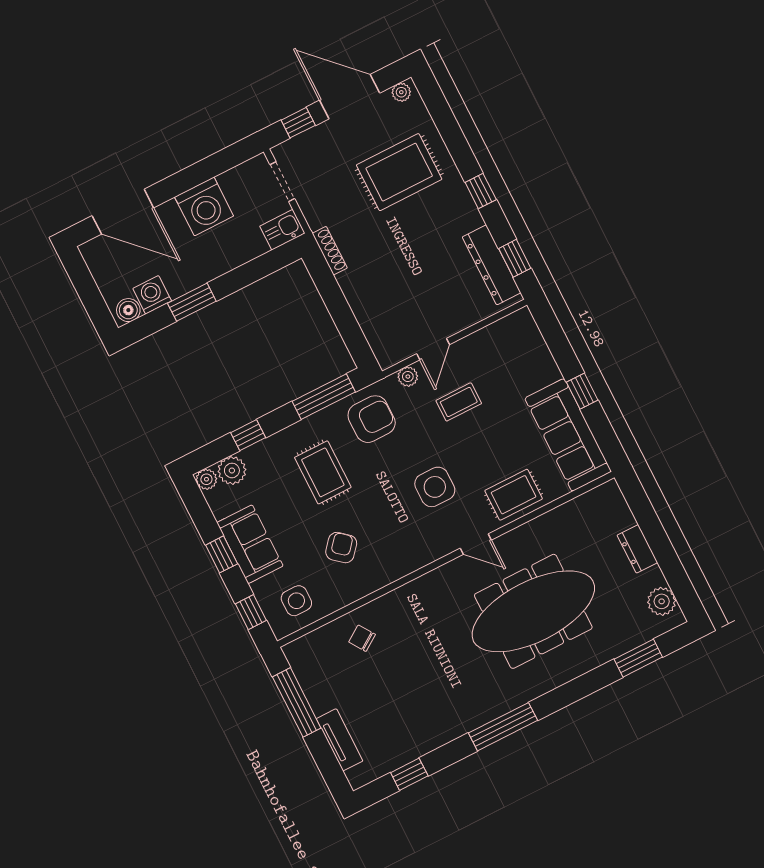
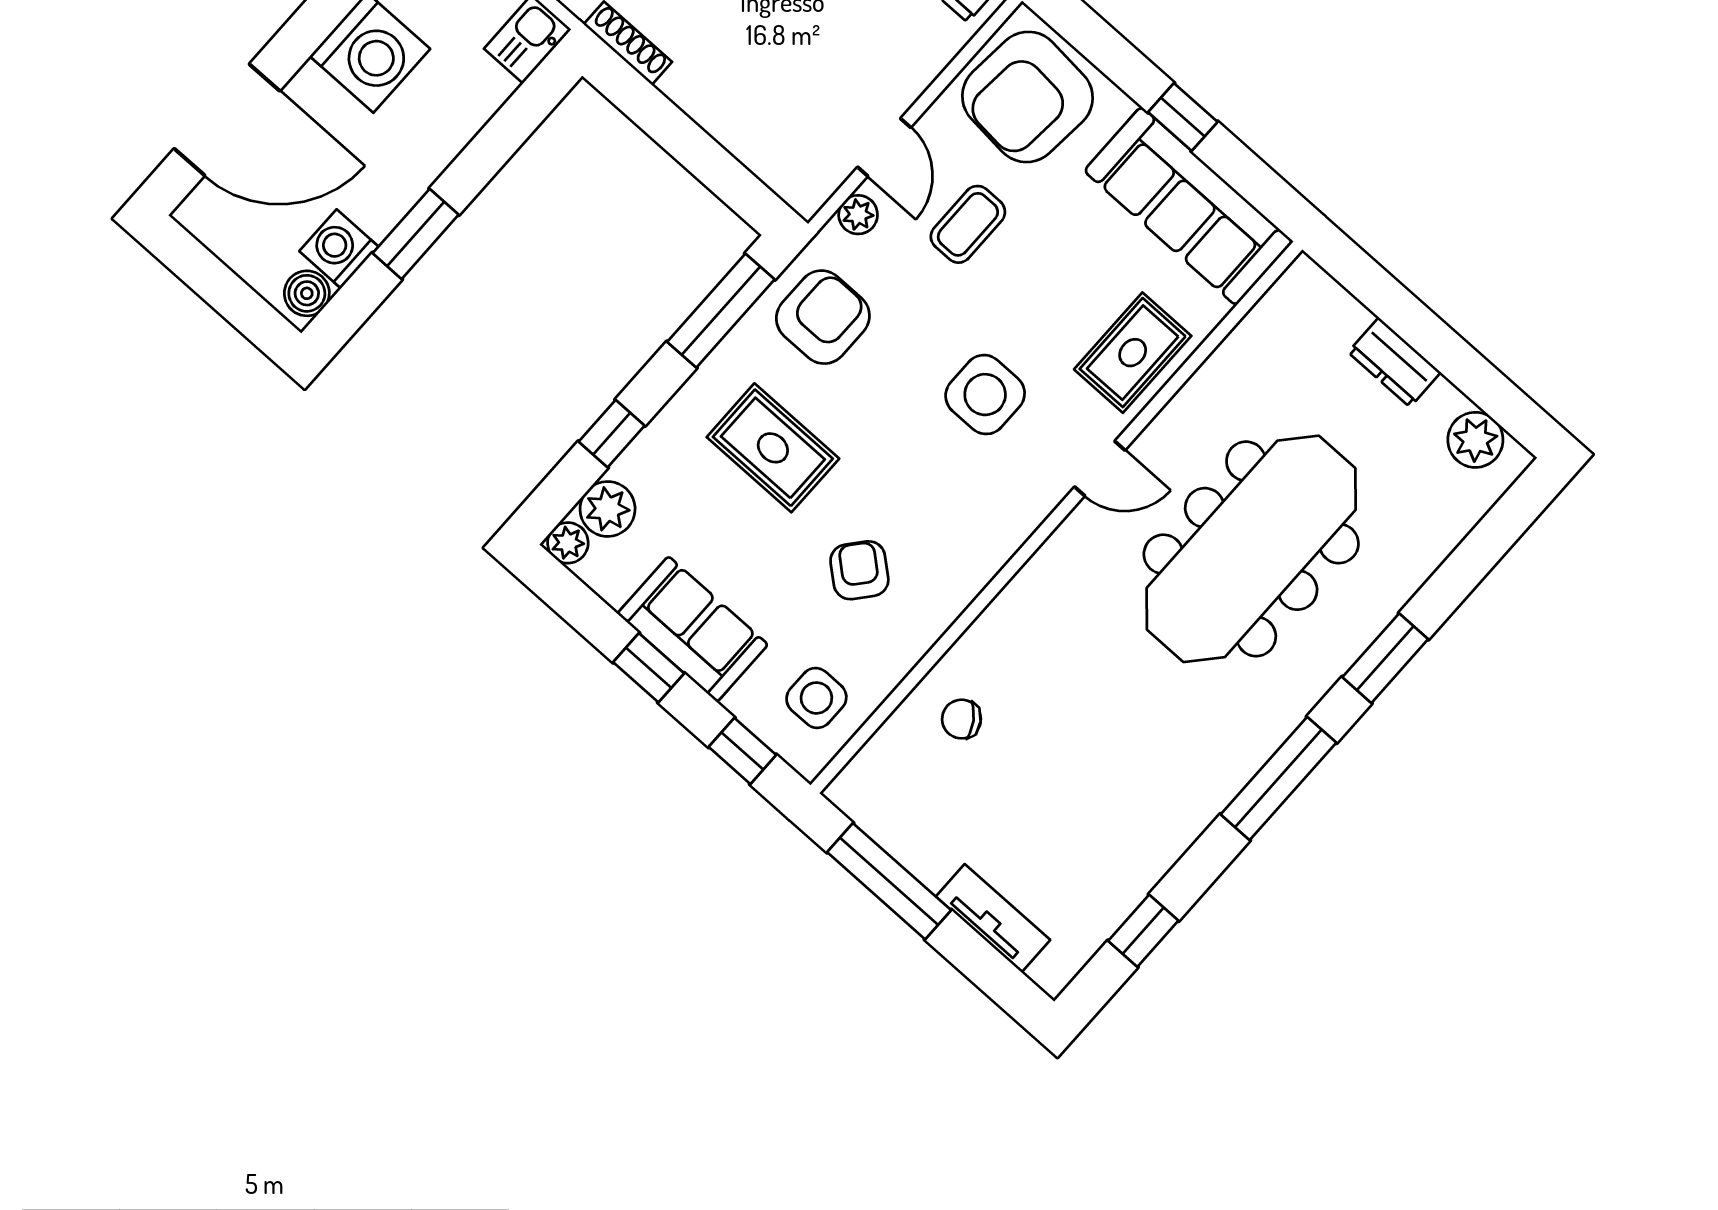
armchair: (511, 352) -> (1027, 97), added
window: (638, 658) -> (1385, 658), moved

